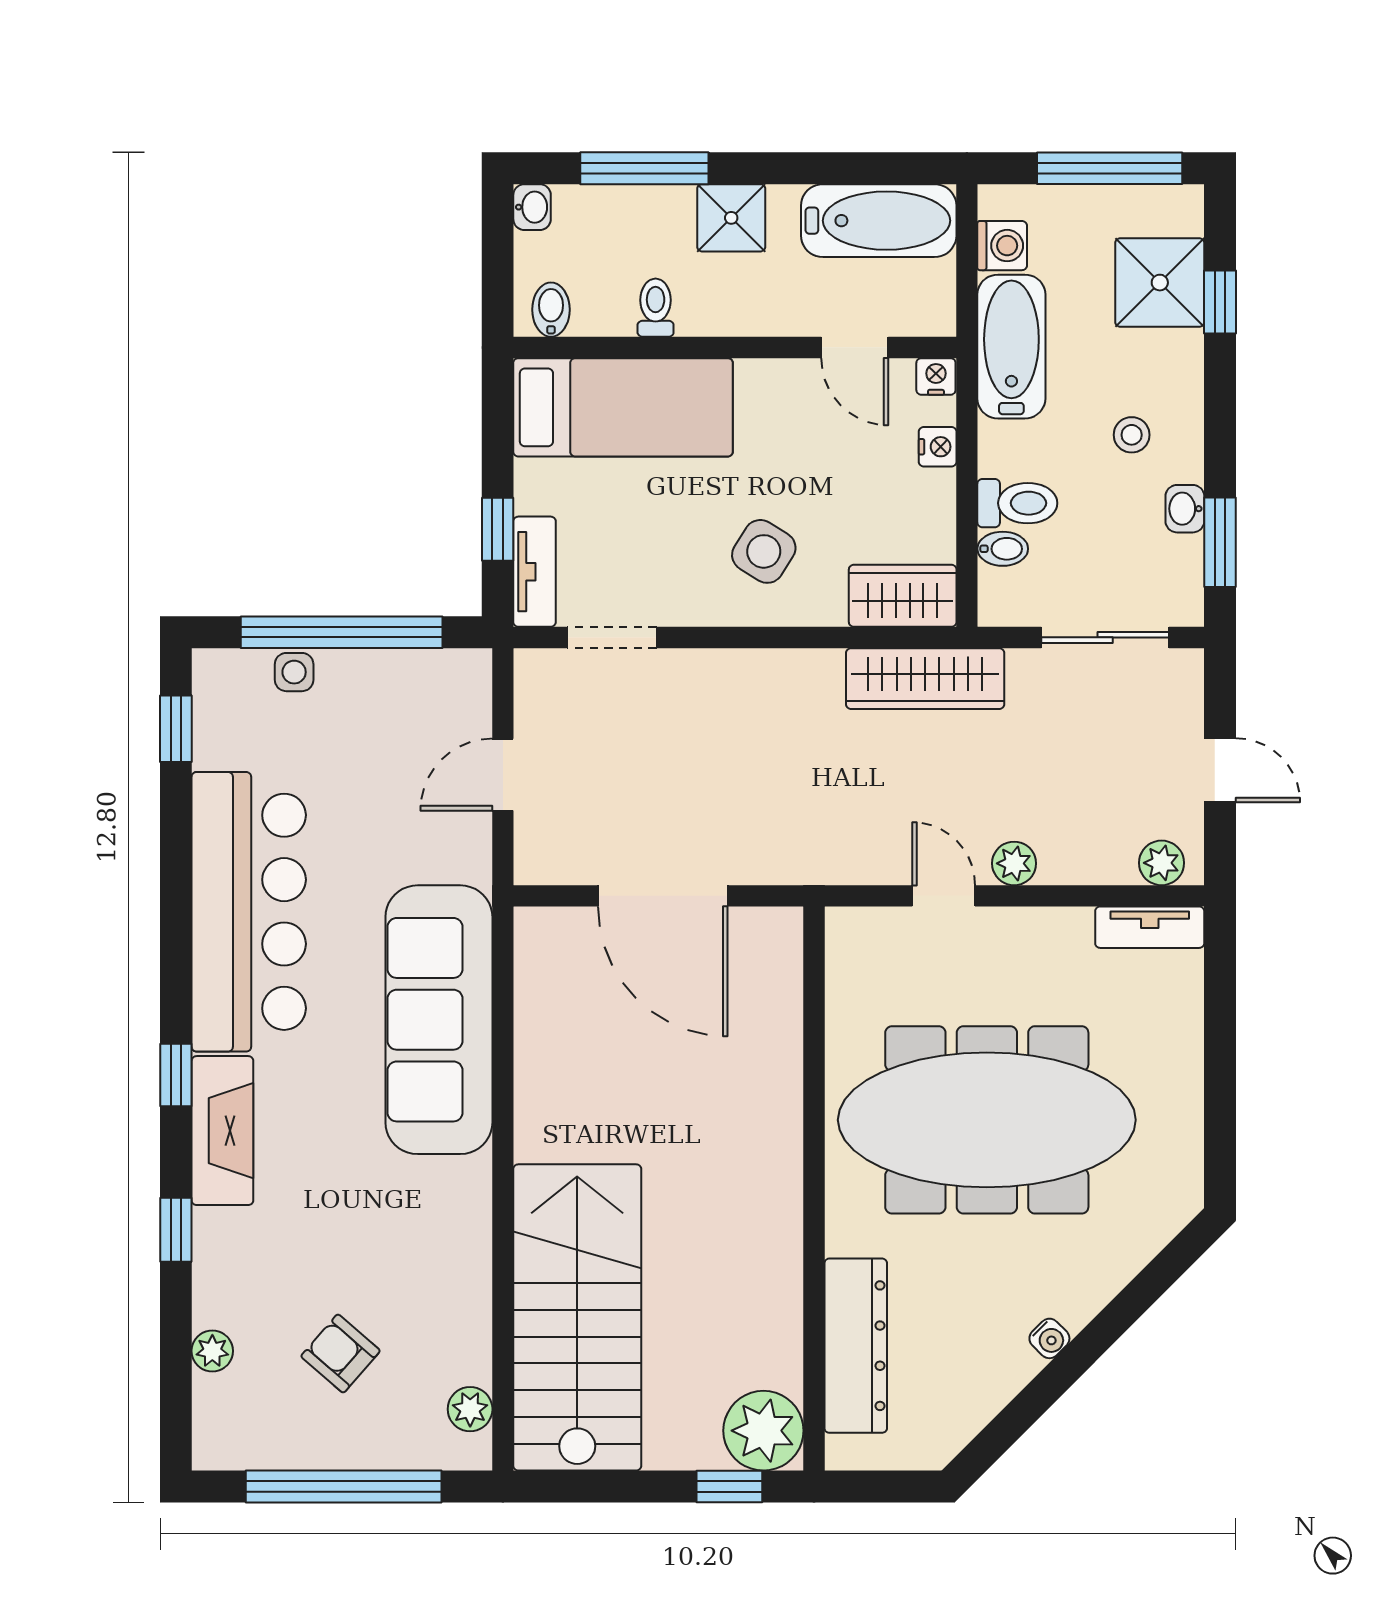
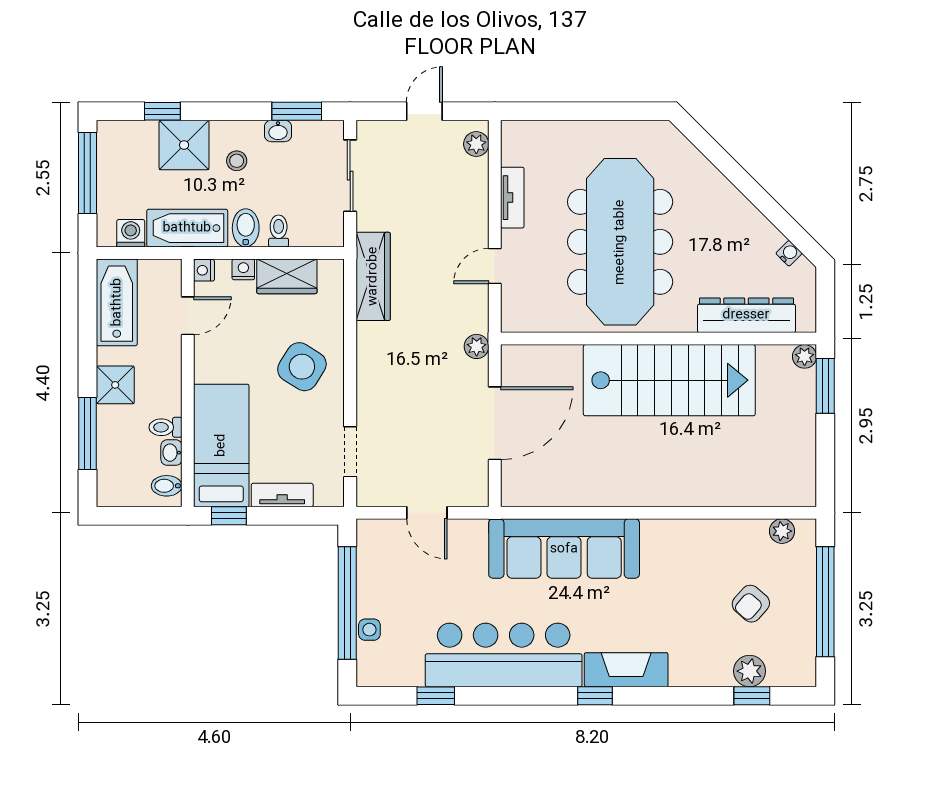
washbasin: (532, 207) -> (171, 453), moved, turned -90
shower: (1160, 283) -> (184, 145), moved
toilet: (1017, 503) -> (279, 231), width x0.73, depth x0.72
window: (498, 529) -> (229, 516), moved
bidet: (1003, 549) -> (246, 228), moved, width x1.38, depth x1.36
side table: (764, 551) -> (302, 367), width x1.37, depth x1.37
tv unit: (534, 572) -> (282, 495), moved
wardrobe: (903, 596) -> (287, 276), moved, turned -90
window: (176, 729) -> (436, 696), moved
plant: (1014, 863) -> (477, 346), moved
tv unit: (1150, 927) -> (512, 198), moved
window: (176, 1230) -> (752, 696), moved
stairs: (577, 1317) -> (669, 380), moved, turned 180
water cooler: (1049, 1338) -> (789, 253), moved
plant: (212, 1351) -> (749, 671), width x1.38, depth x1.38
plant: (763, 1431) -> (805, 356), width x0.53, depth x0.53
window: (729, 1486) -> (825, 386), width x1.50

